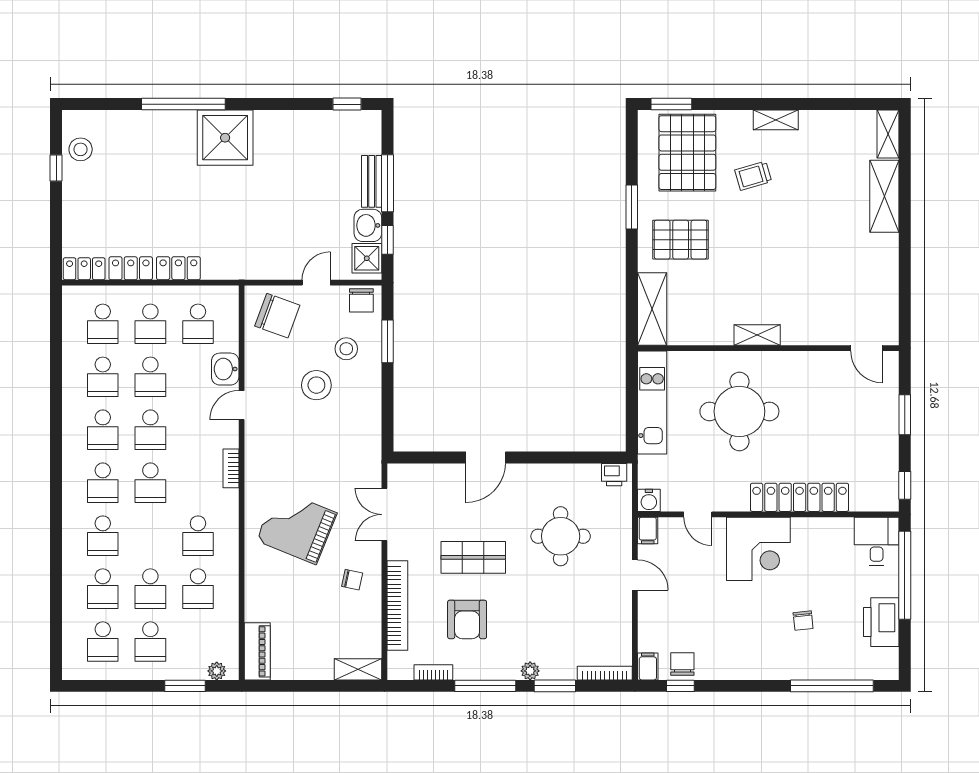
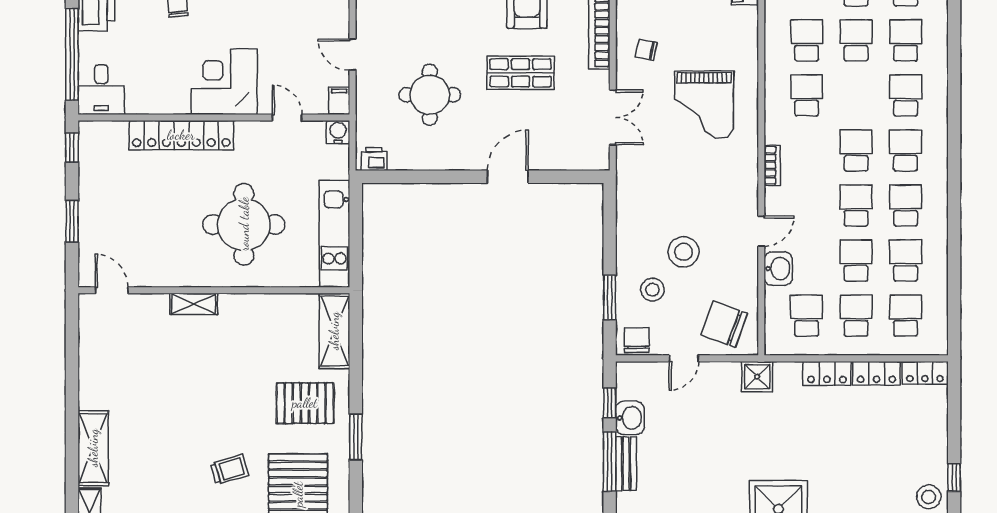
shower: (367, 258) -> (757, 377), moved
shelving: (757, 335) -> (194, 304), moved
grand piano: (297, 527) -> (704, 105), turned 68

